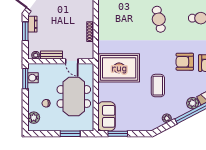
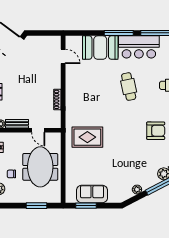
armchair: (185, 62) -> (156, 131), turned 180
rug: (119, 68) -> (87, 137), width x0.73, depth x0.69
coffee table: (158, 86) -> (128, 156), removed
sofa: (106, 116) -> (92, 194), moved, turned -90

